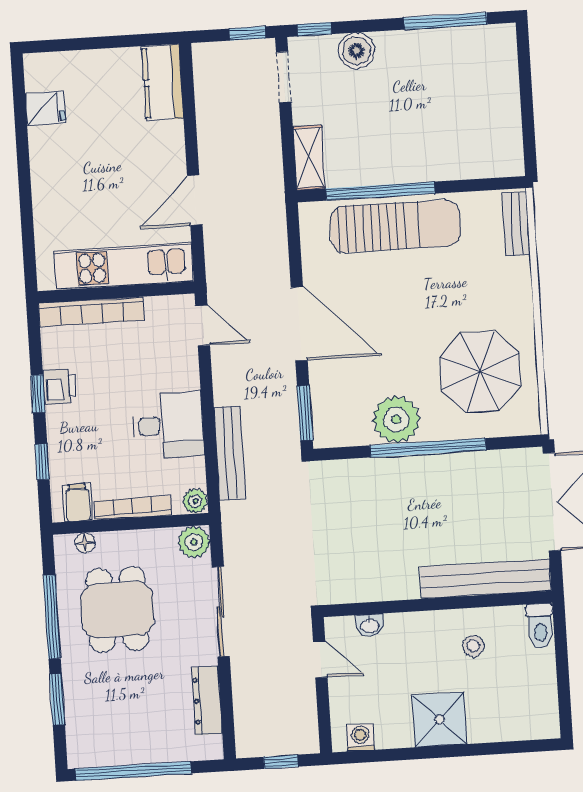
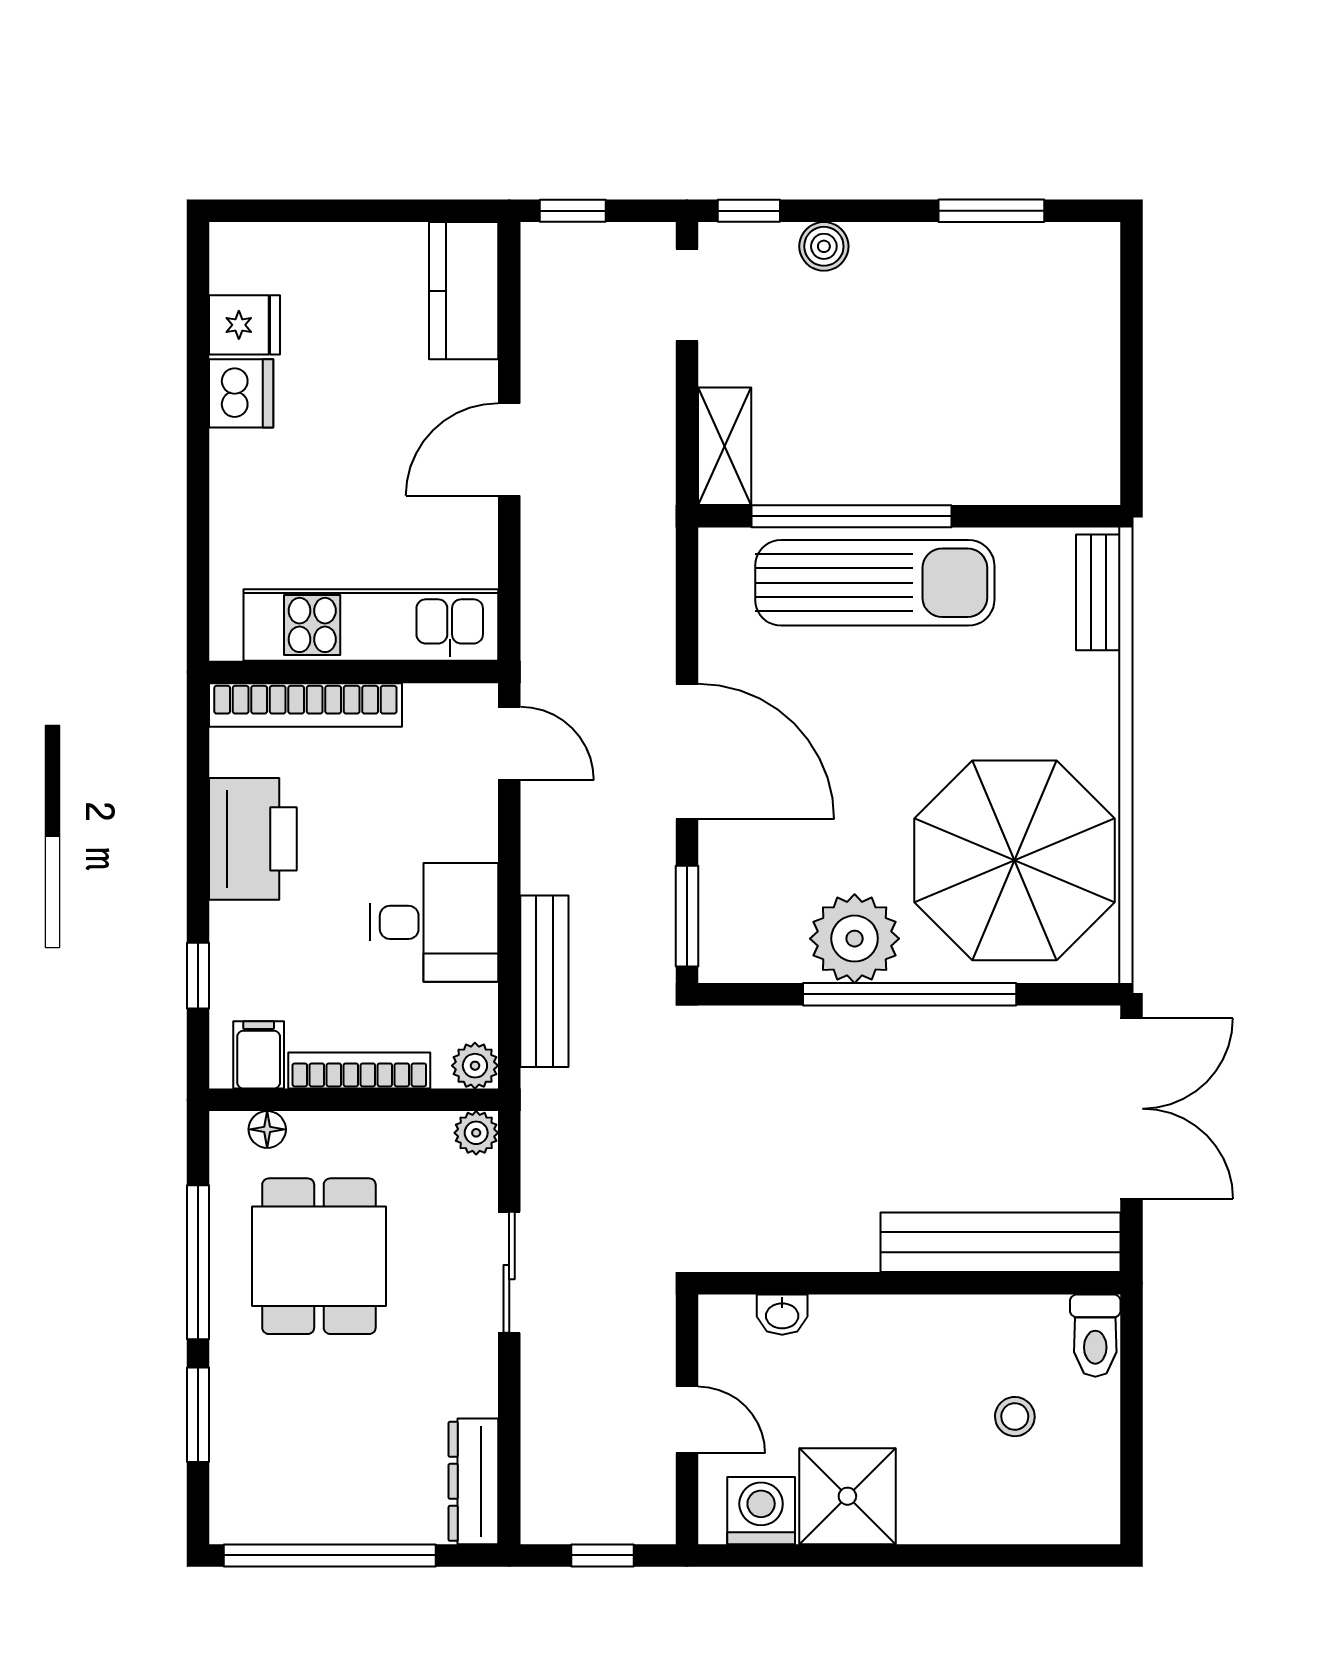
window: (445, 21) -> (991, 211), width x0.69
window: (247, 33) -> (573, 211), moved
boiler: (356, 51) -> (824, 246), width x0.73, depth x0.73
dishwasher: (46, 145) -> (241, 393), added
door: (195, 200) -> (509, 450), moved
parasol: (480, 372) -> (1015, 860), width x1.36, depth x1.36
printer: (60, 386) -> (253, 839), width x1.87, depth x1.48
window: (38, 394) -> (198, 850), removed
plant: (194, 542) -> (476, 1133), width x0.73, depth x0.73
sliding door: (221, 612) -> (509, 1272), width x0.73
stool: (473, 646) -> (1015, 1417), moved
door: (320, 659) -> (687, 1420), moved
dresser: (207, 701) -> (473, 1481), moved
shower: (439, 720) -> (847, 1496), moved
washing machine: (360, 737) -> (761, 1511), width x1.38, depth x1.38

